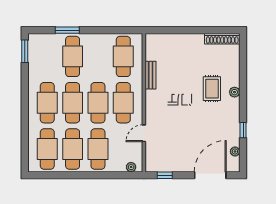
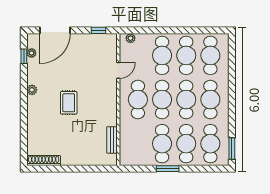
window: (67, 30) -> (168, 169), moved
cafe table: (47, 56) -> (210, 144), added
cafe table: (123, 56) -> (162, 144), moved
bench: (151, 75) -> (112, 140), moved
rug: (212, 89) -> (69, 103), moved
plant: (235, 92) -> (32, 90), moved
window: (243, 130) -> (24, 56), moved

